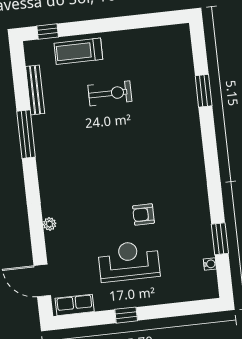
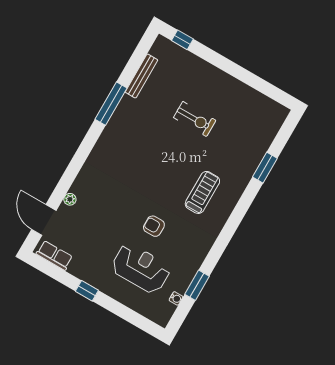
treadmill: (78, 51) -> (202, 192), moved, turned 90
plant: (50, 224) -> (70, 199), moved
reception desk: (129, 261) -> (141, 268), moved

